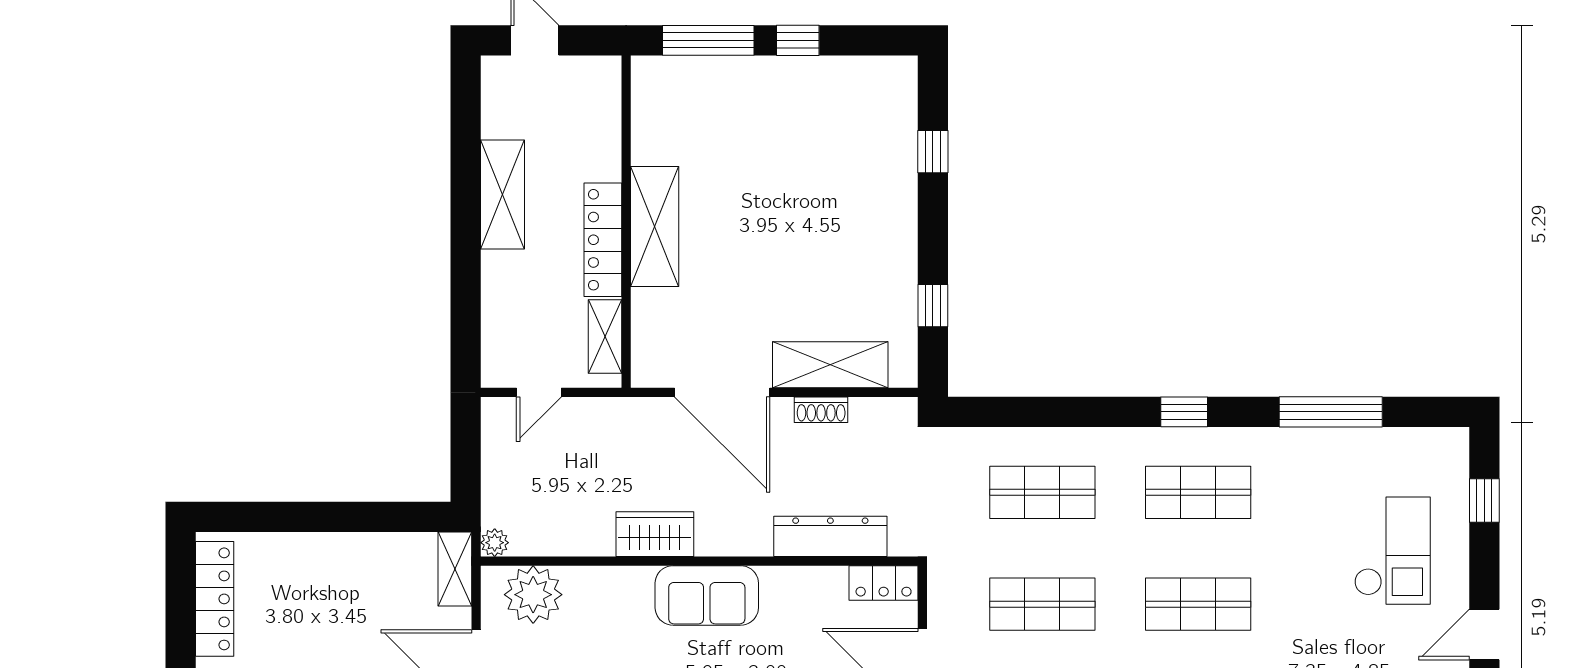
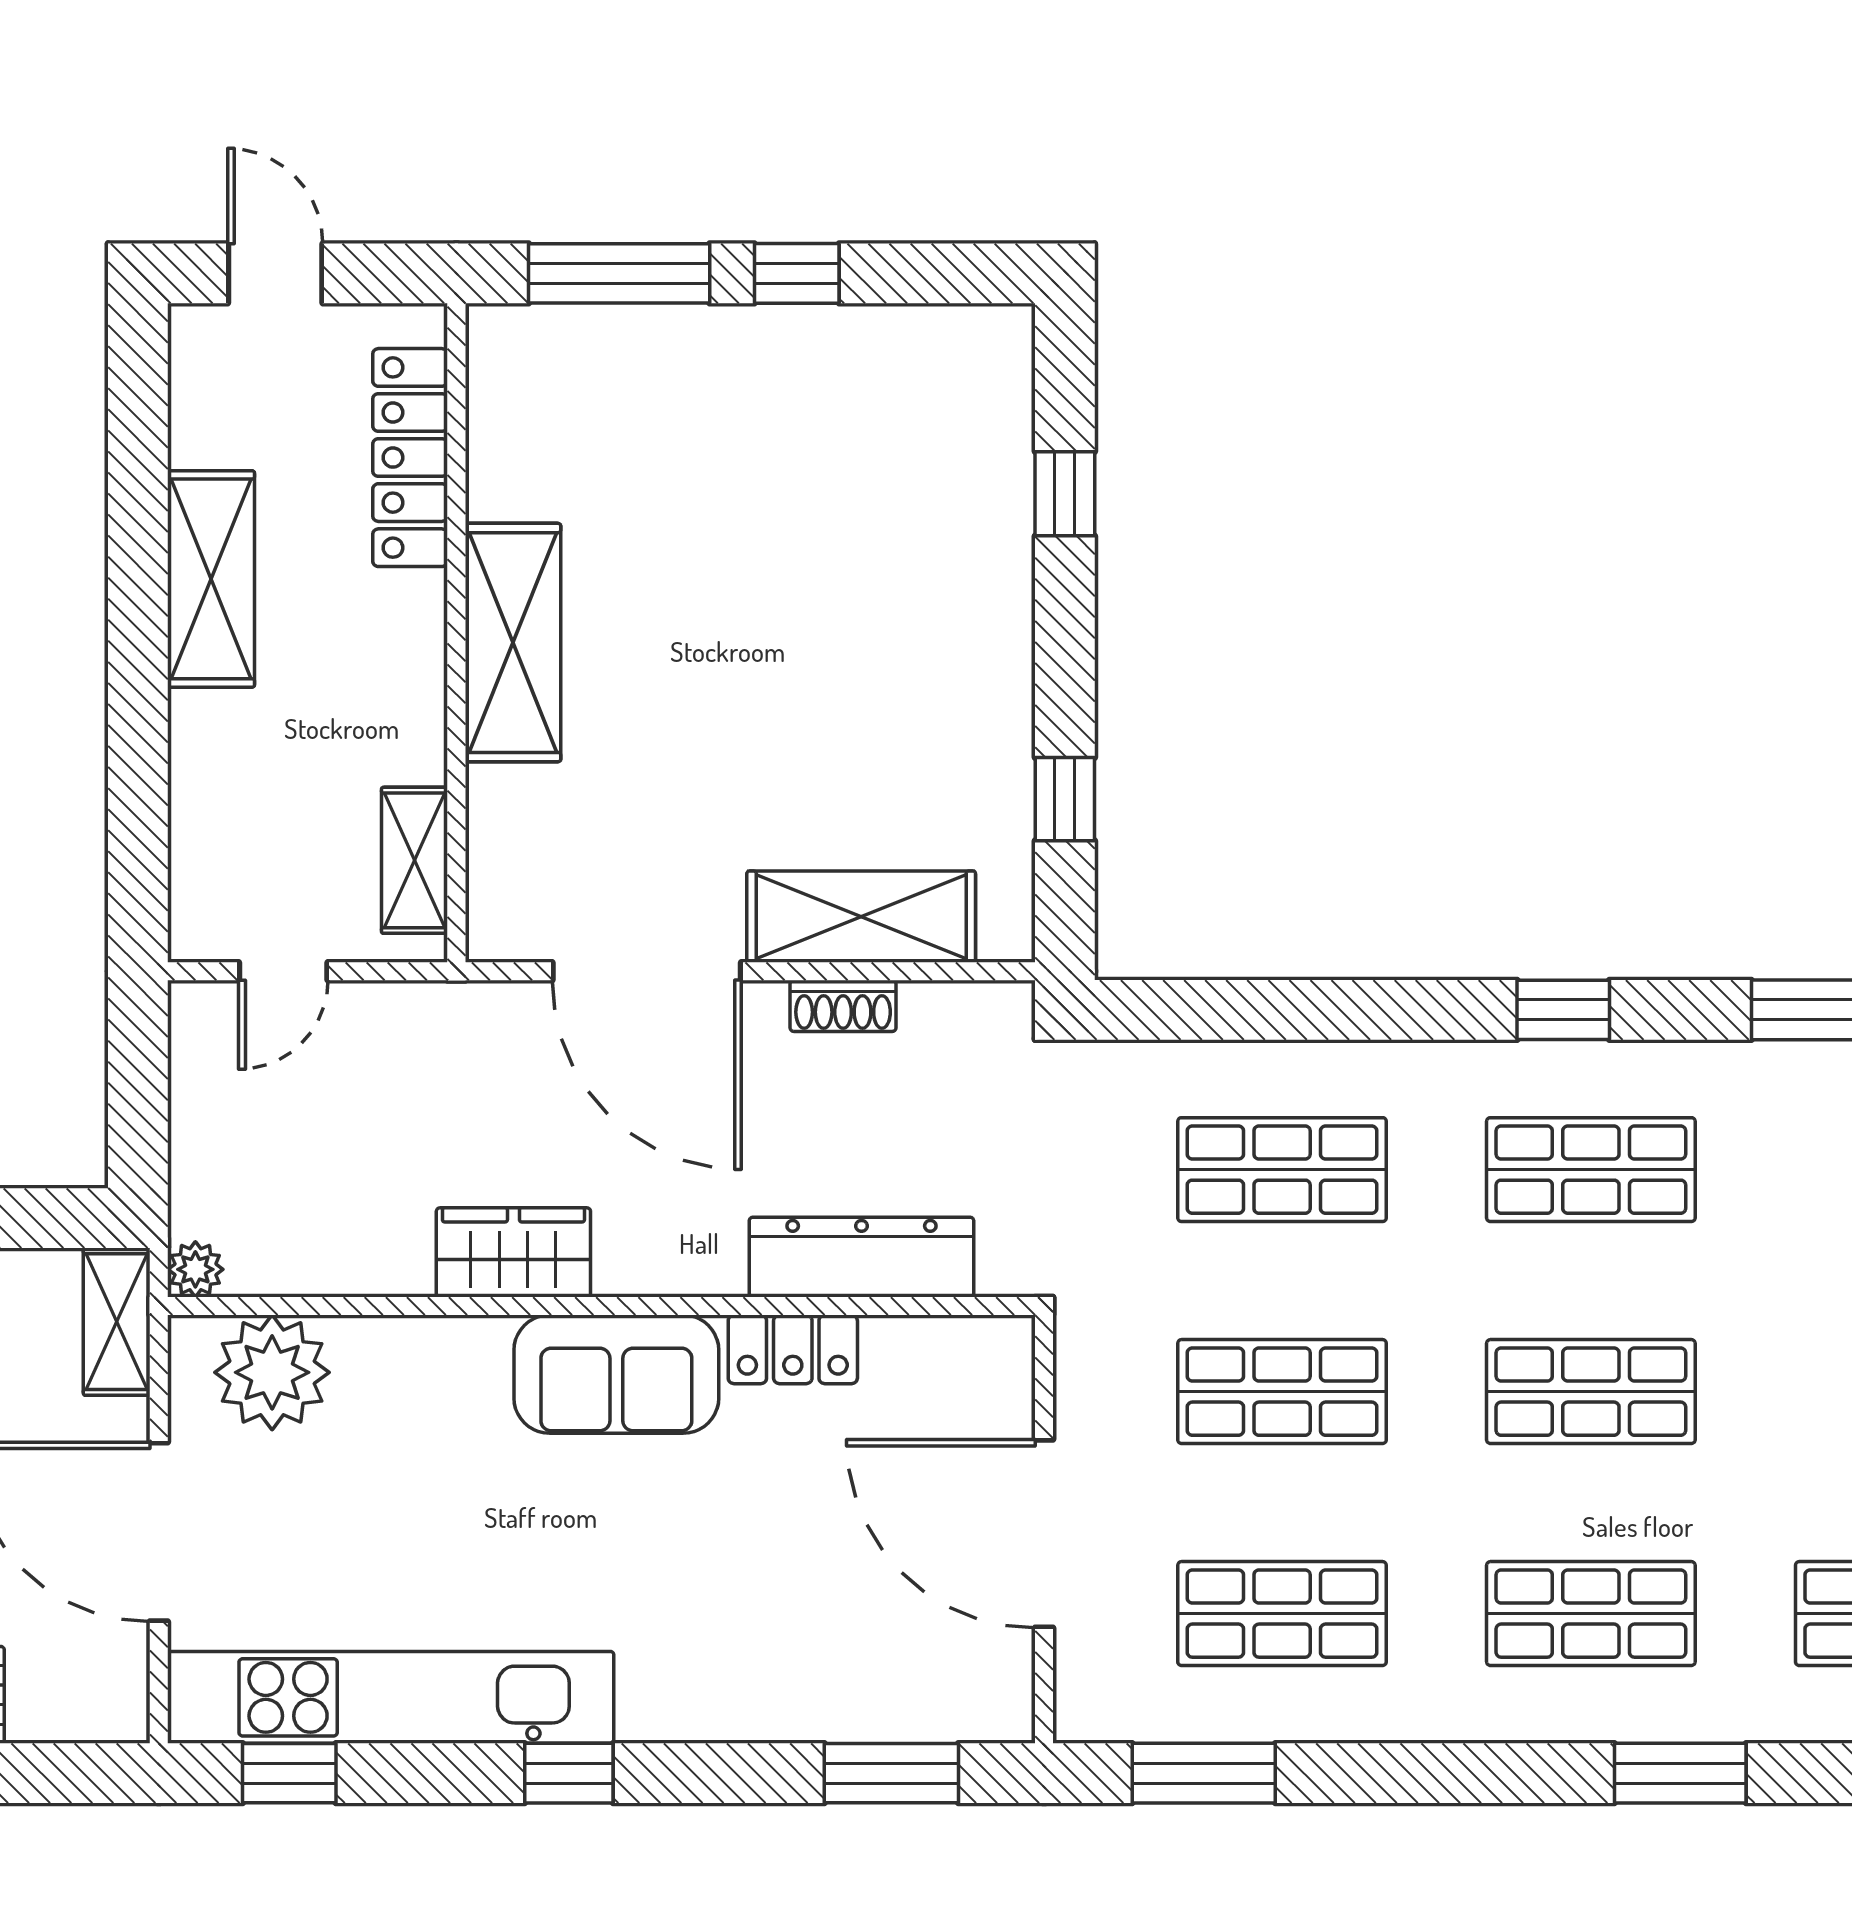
locker: (603, 240) -> (410, 458), moved
locker: (884, 583) -> (793, 1349), moved

